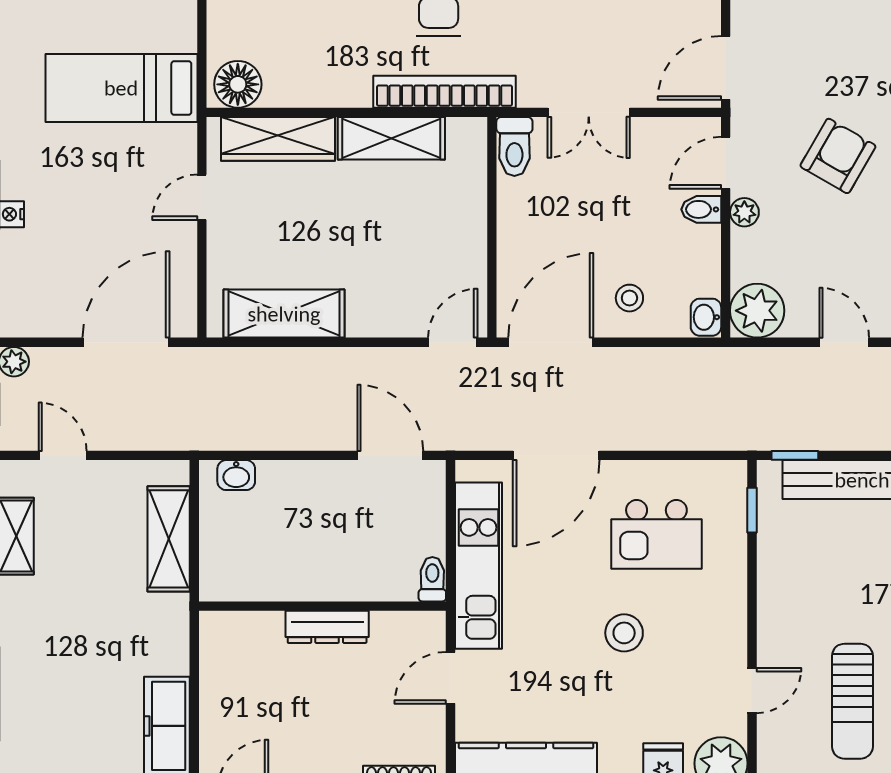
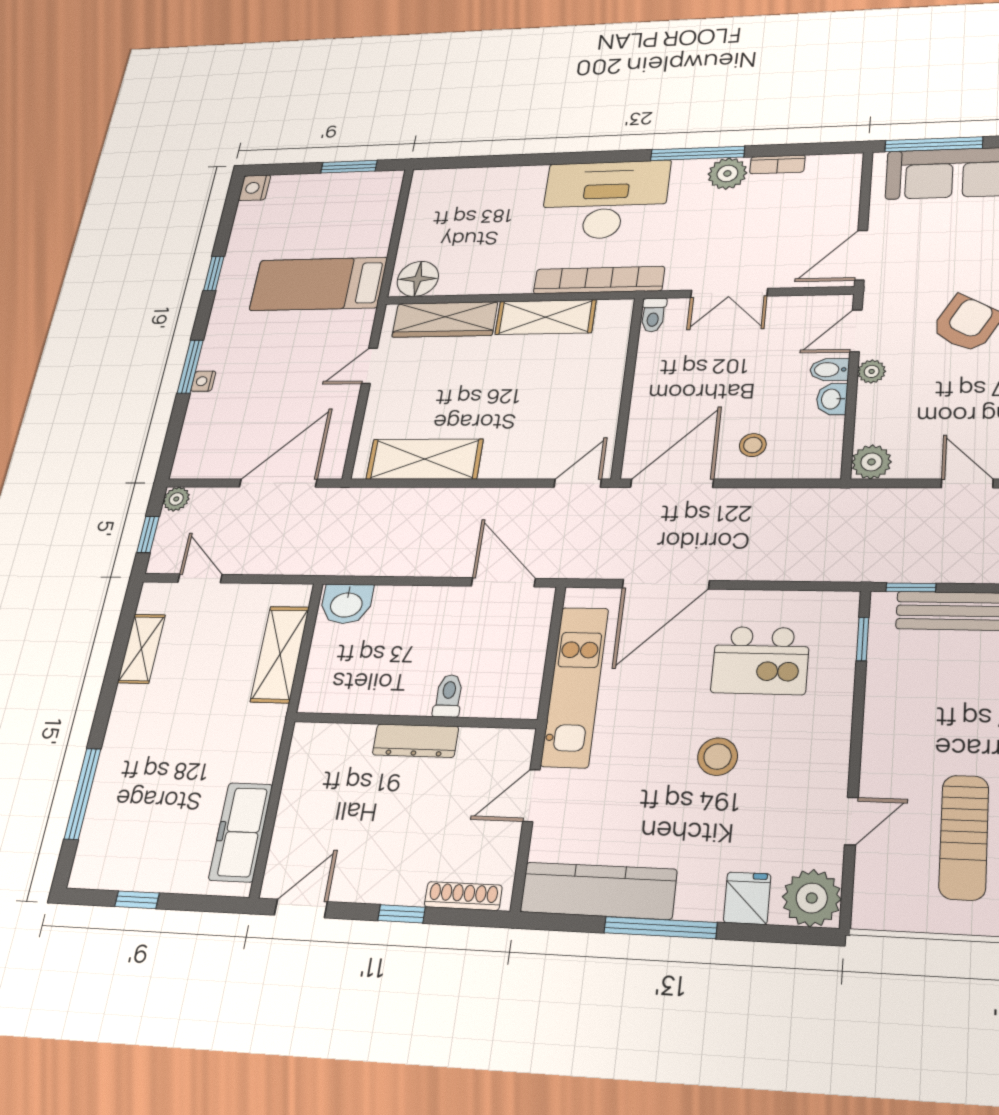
toilet: (514, 146) -> (653, 315), width x0.73, depth x0.72
plant: (757, 311) -> (871, 462), width x0.73, depth x0.73
washbasin: (706, 317) -> (832, 399), moved
washbasin: (236, 475) -> (347, 604), width x1.38, depth x1.45
toilet: (432, 579) -> (448, 696), moved

